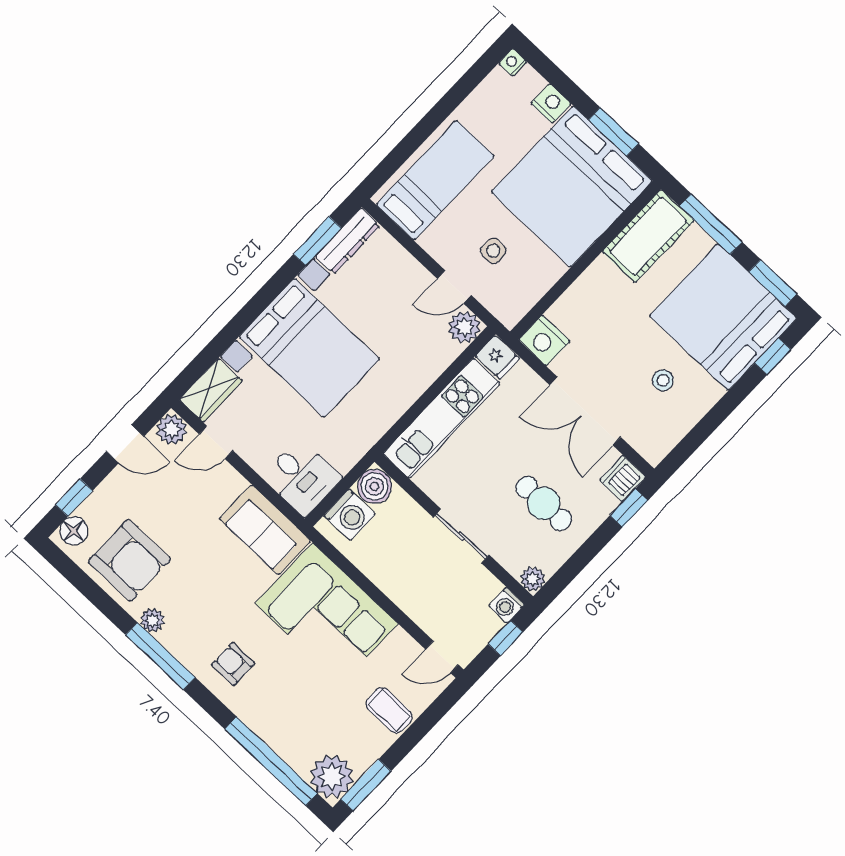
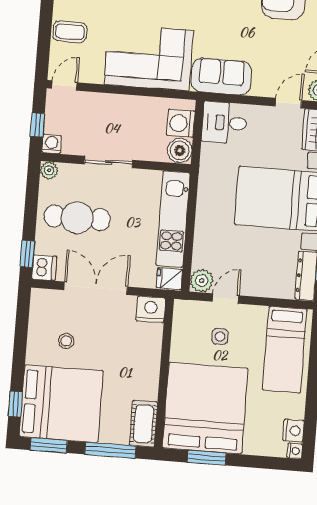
nightstand: (551, 103) -> (293, 431), moved, turned -90
cot: (648, 236) -> (143, 424), width x0.73, depth x0.75
cafe table: (544, 503) -> (77, 218), width x1.37, depth x1.35

